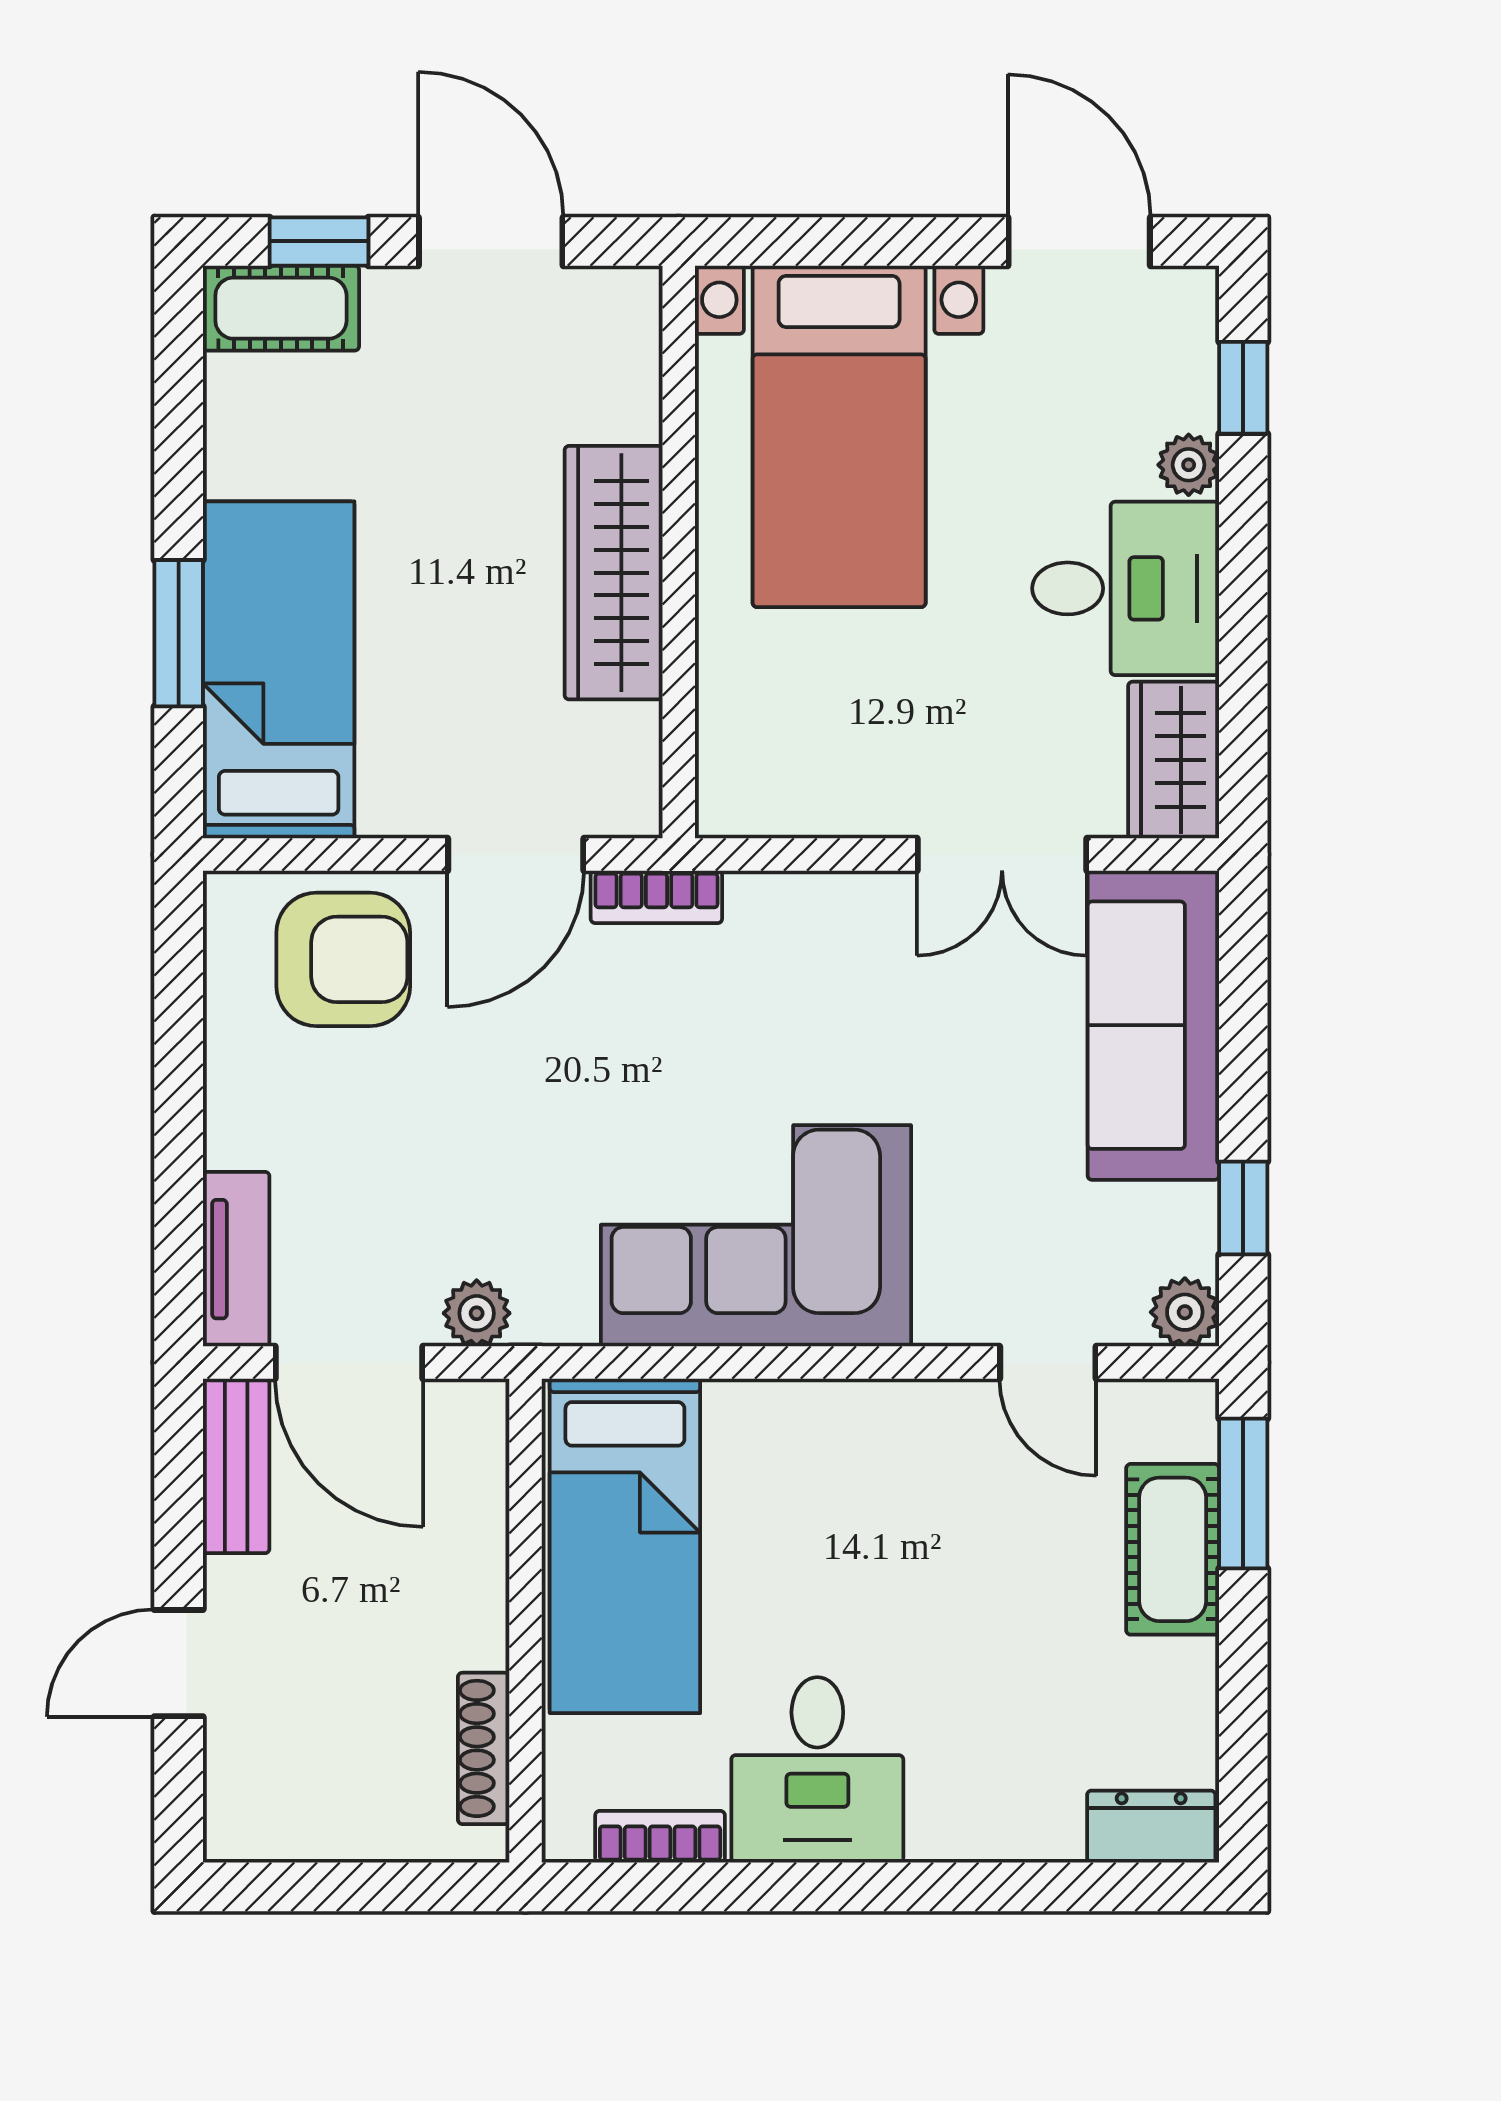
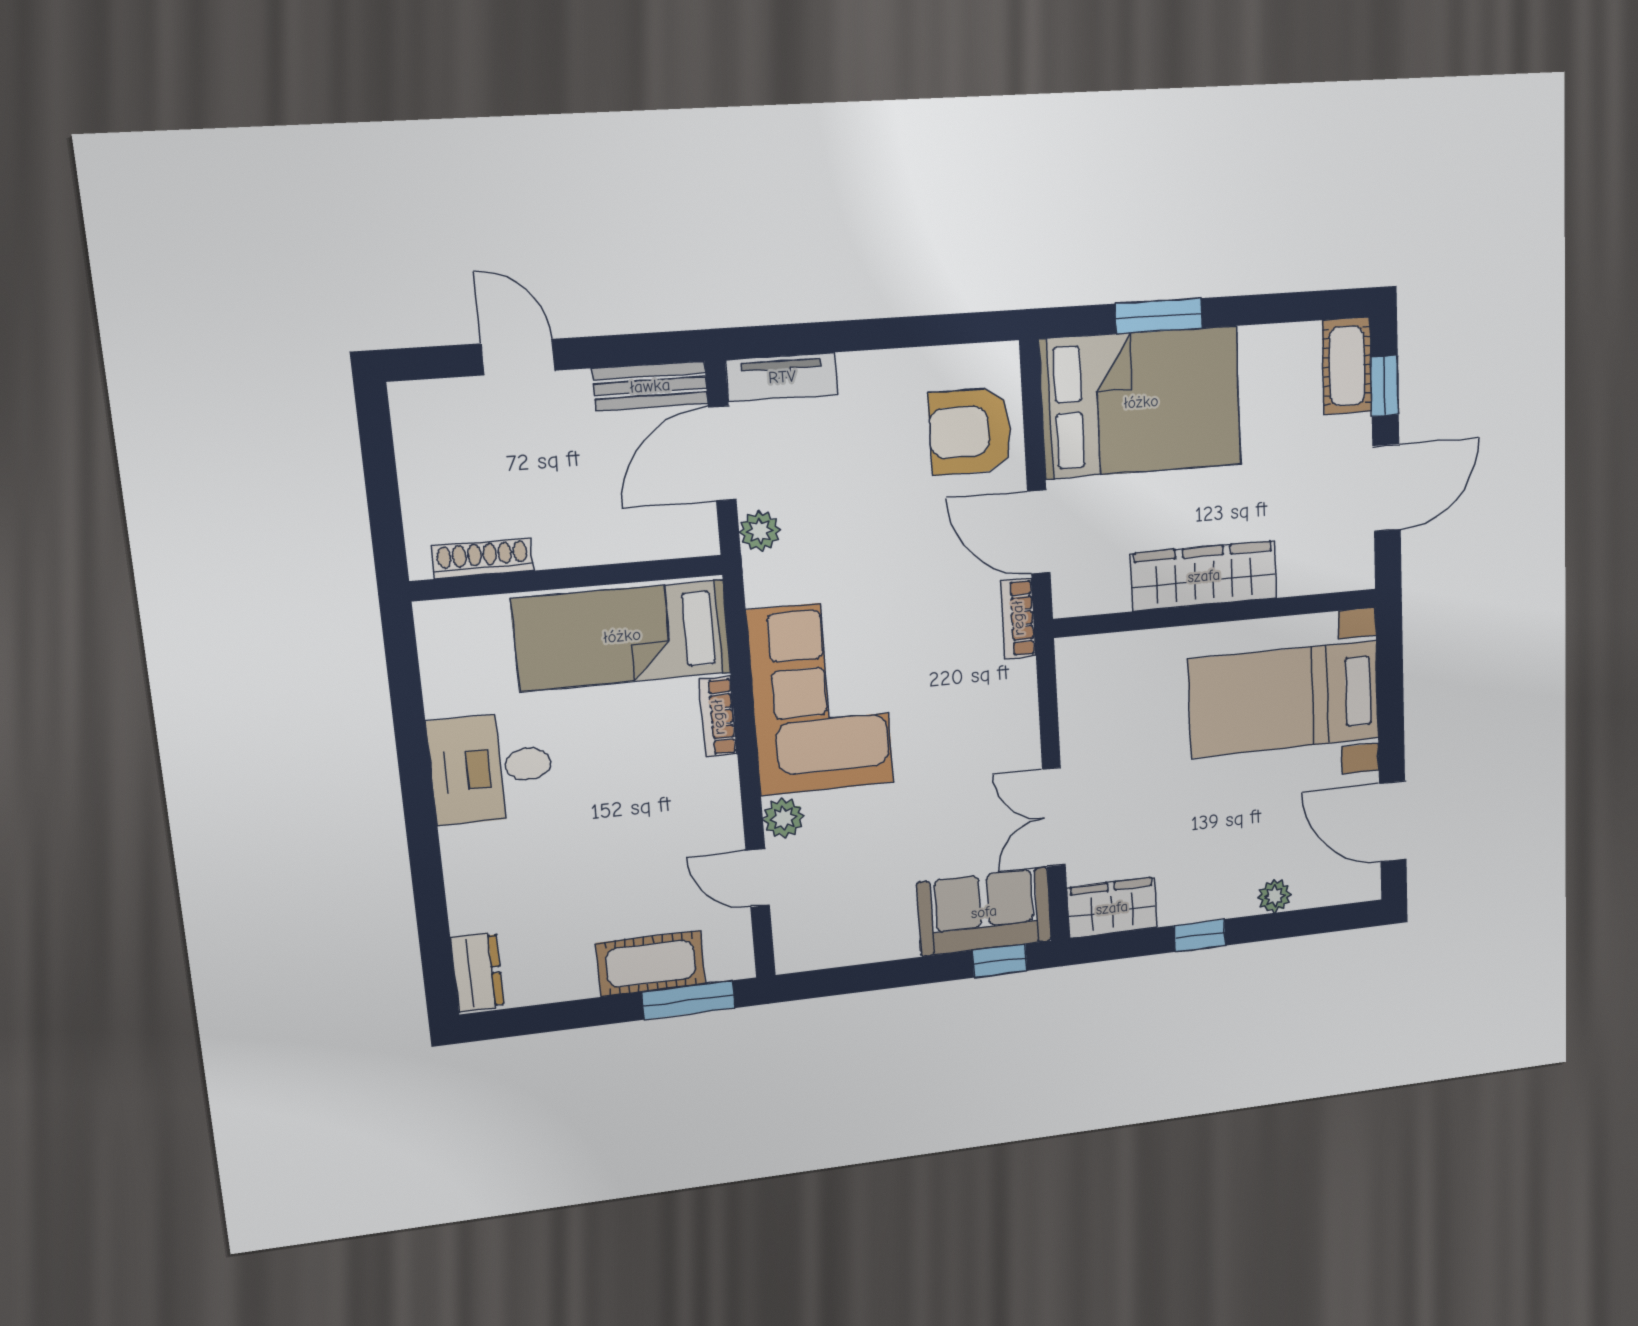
door: (1079, 241) -> (1393, 822), swing flipped
window: (1243, 388) -> (1200, 935), moved
desk: (1126, 588) -> (1206, 869), removed
bed: (279, 670) -> (1141, 402), width x1.50
armchair: (343, 959) -> (970, 431), turned 90
sofa: (1153, 1025) -> (984, 912), width x0.73
window: (1243, 1208) -> (1000, 961), moved
plant: (1185, 1312) -> (783, 818), moved
door: (1048, 1363) -> (758, 878), hinge flipped
bookcase: (660, 1837) -> (718, 717), moved, turned 180

